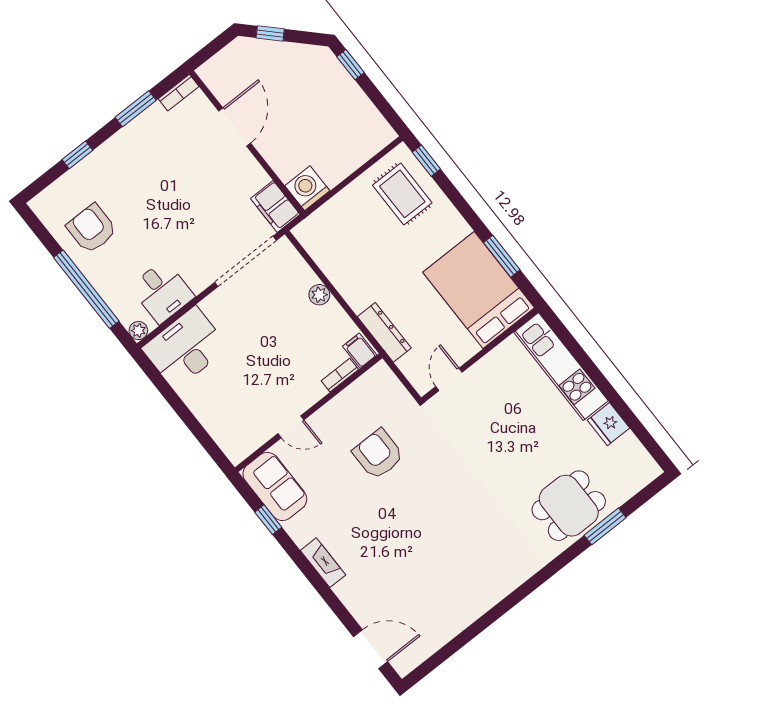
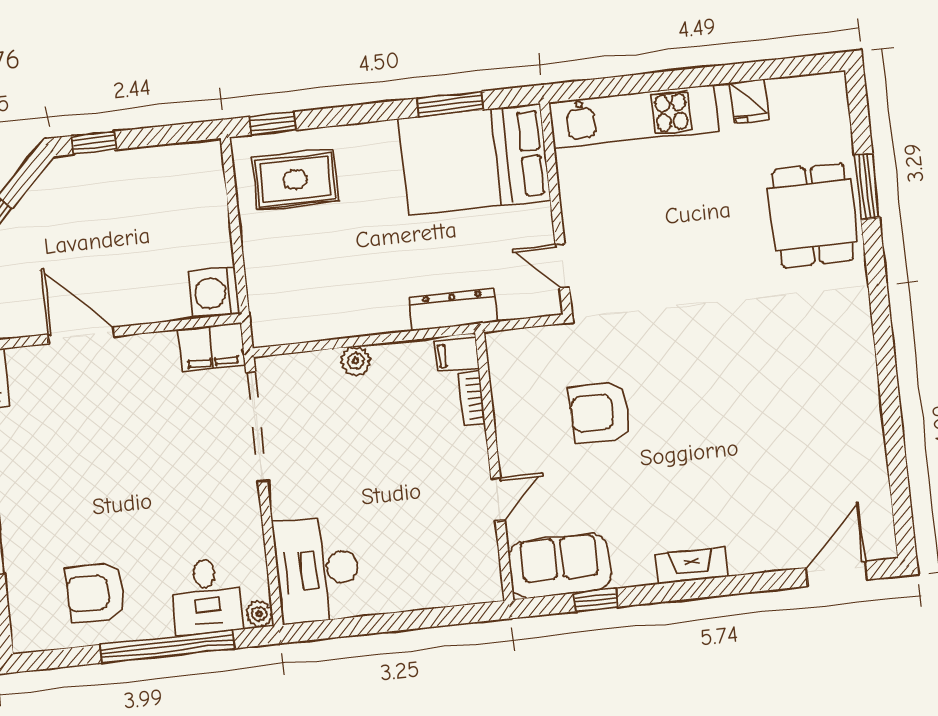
desk: (162, 292) -> (207, 596), moved, turned 90
fridge: (609, 424) -> (749, 102), width x0.72

